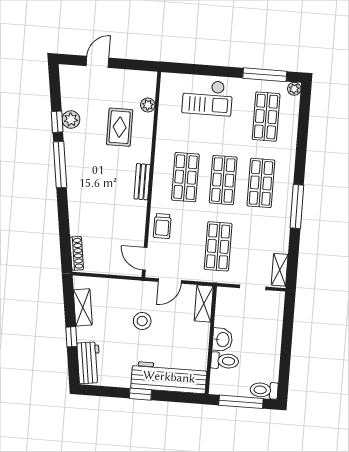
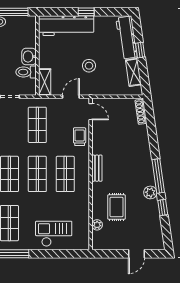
plant: (71, 119) -> (150, 192), moved
toilet: (225, 361) -> (26, 72), moved
workbench: (89, 363) -> (127, 38), width x1.38

